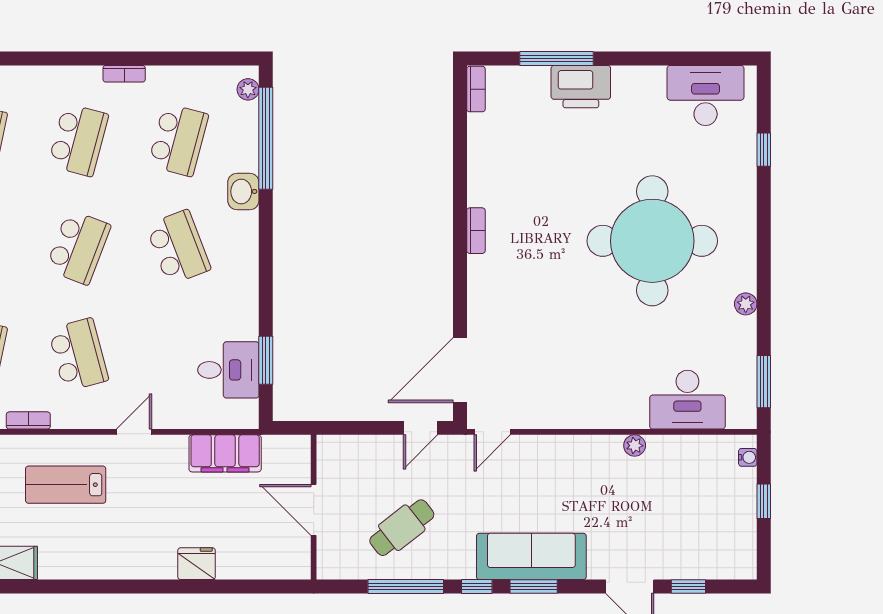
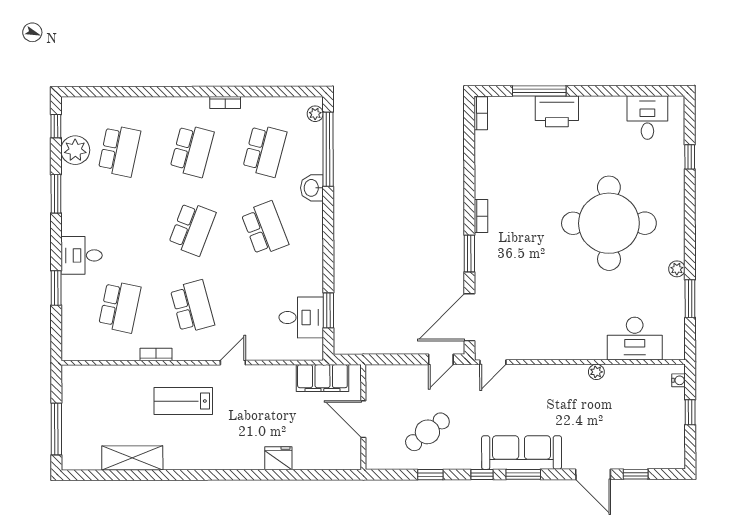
desk: (706, 95) -> (647, 118), width x0.73
window: (460, 282) -> (469, 253), added
window: (764, 382) -> (690, 299), moved
filing cabinet: (225, 453) -> (322, 378), moved
window: (406, 587) -> (430, 475), width x0.46

